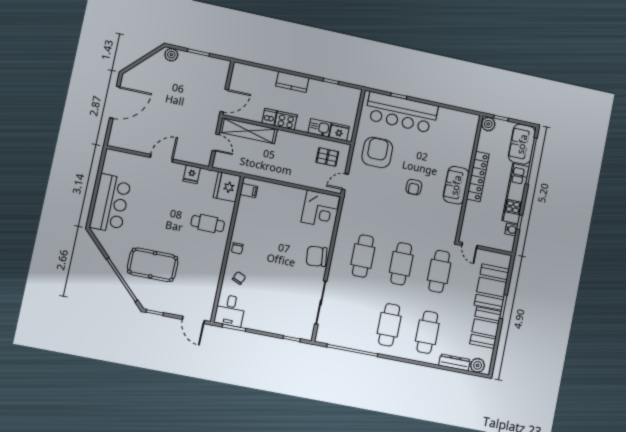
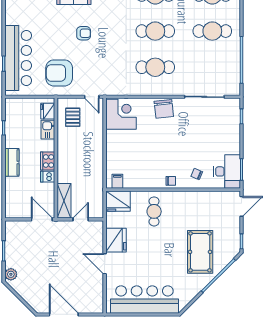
shelving: (248, 131) -> (64, 201), width x0.68
fridge: (192, 174) -> (116, 240), width x1.88, depth x1.34
bar counter: (111, 203) -> (144, 299), width x1.36
desk: (230, 310) -> (227, 171), width x1.37

